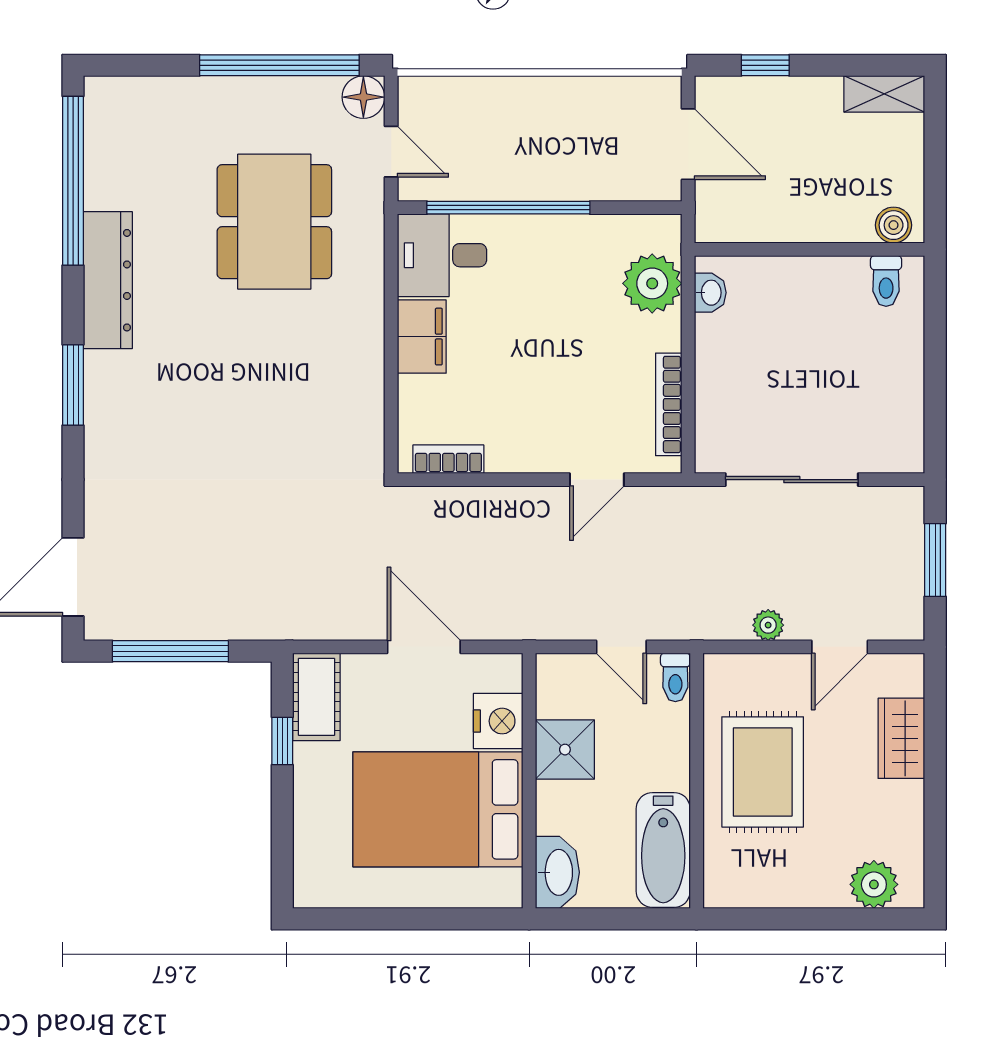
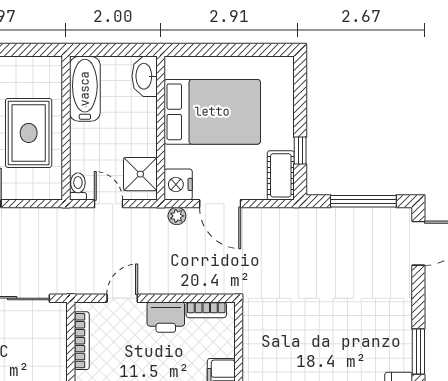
printer: (520, 446) -> (166, 317), added
plant: (768, 625) -> (177, 216), moved
nightstand: (498, 721) -> (178, 184), moved
shower: (565, 750) -> (140, 174), moved

